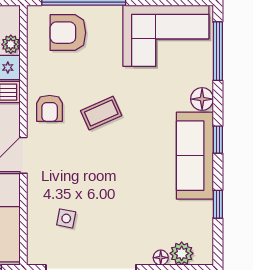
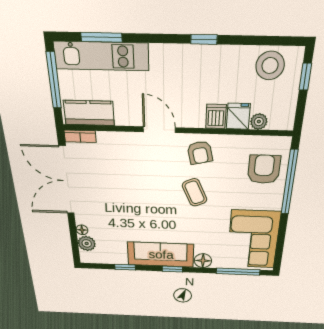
armchair: (50, 108) -> (200, 153), turned -103
side table: (66, 218) -> (107, 163), removed
bookcase: (34, 247) -> (80, 136), added

